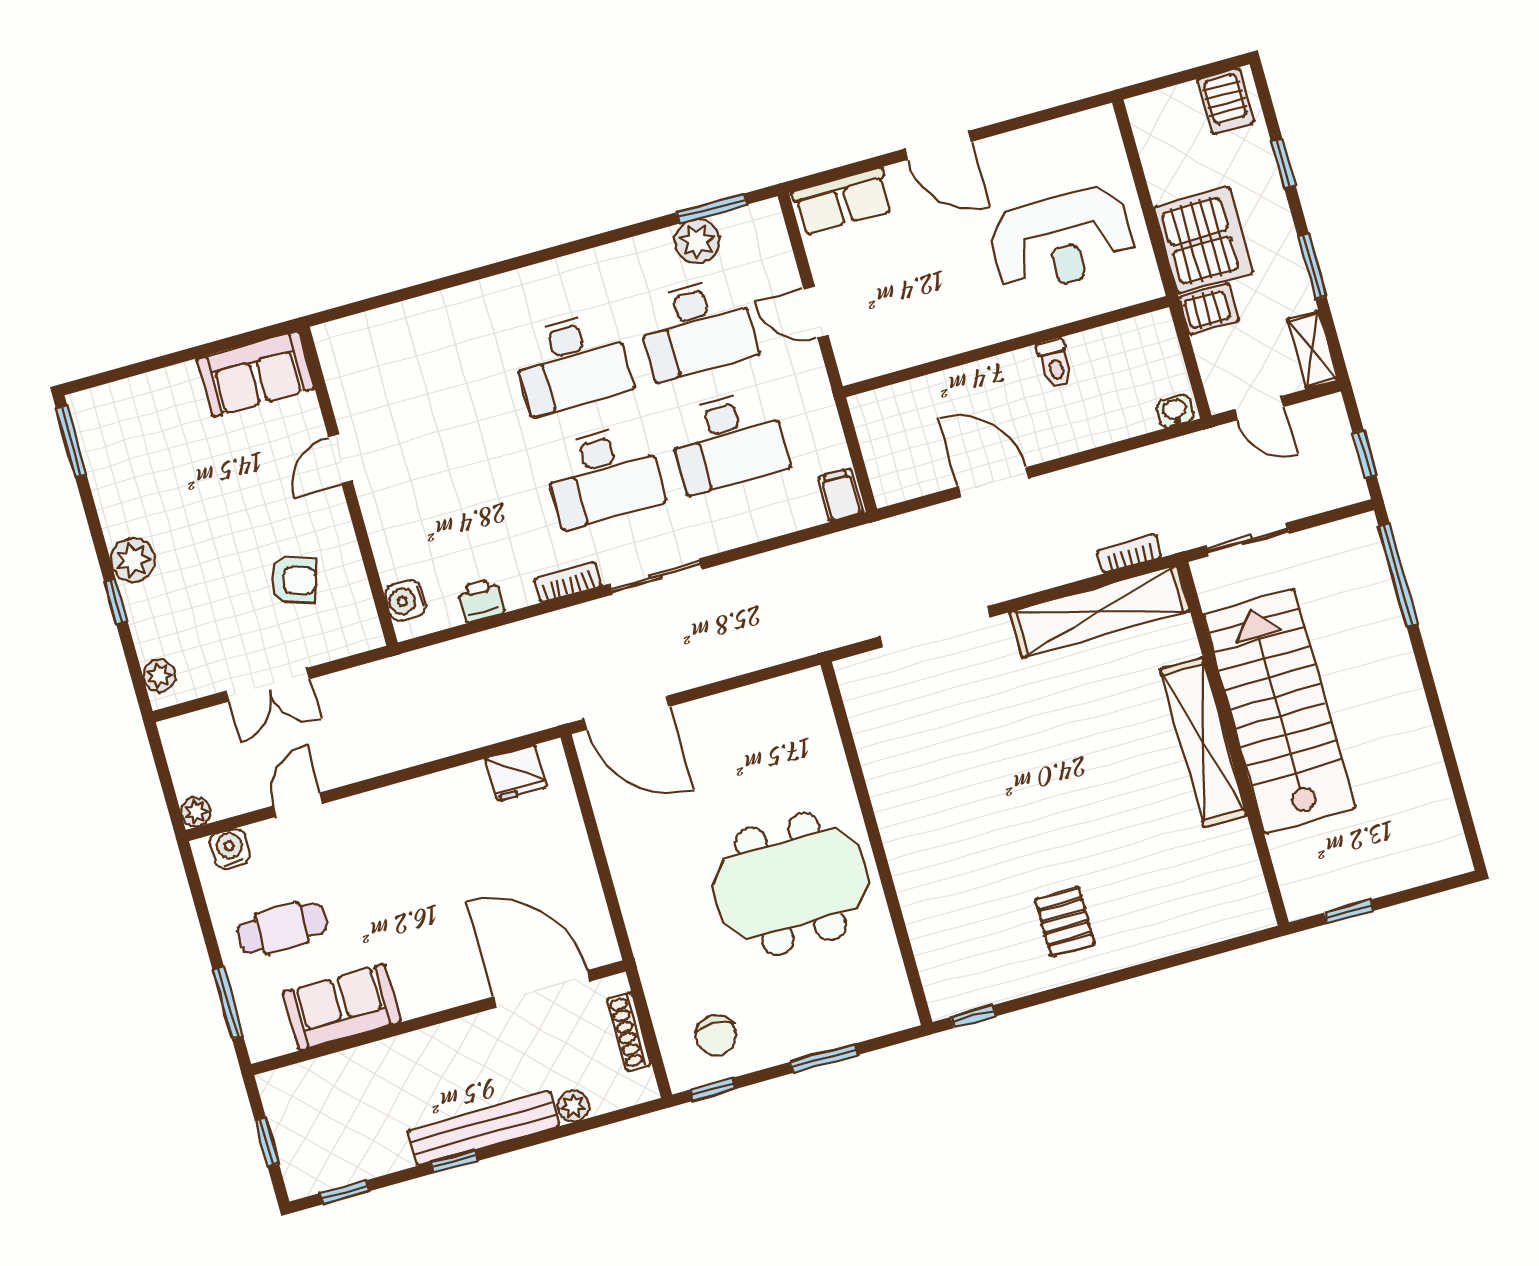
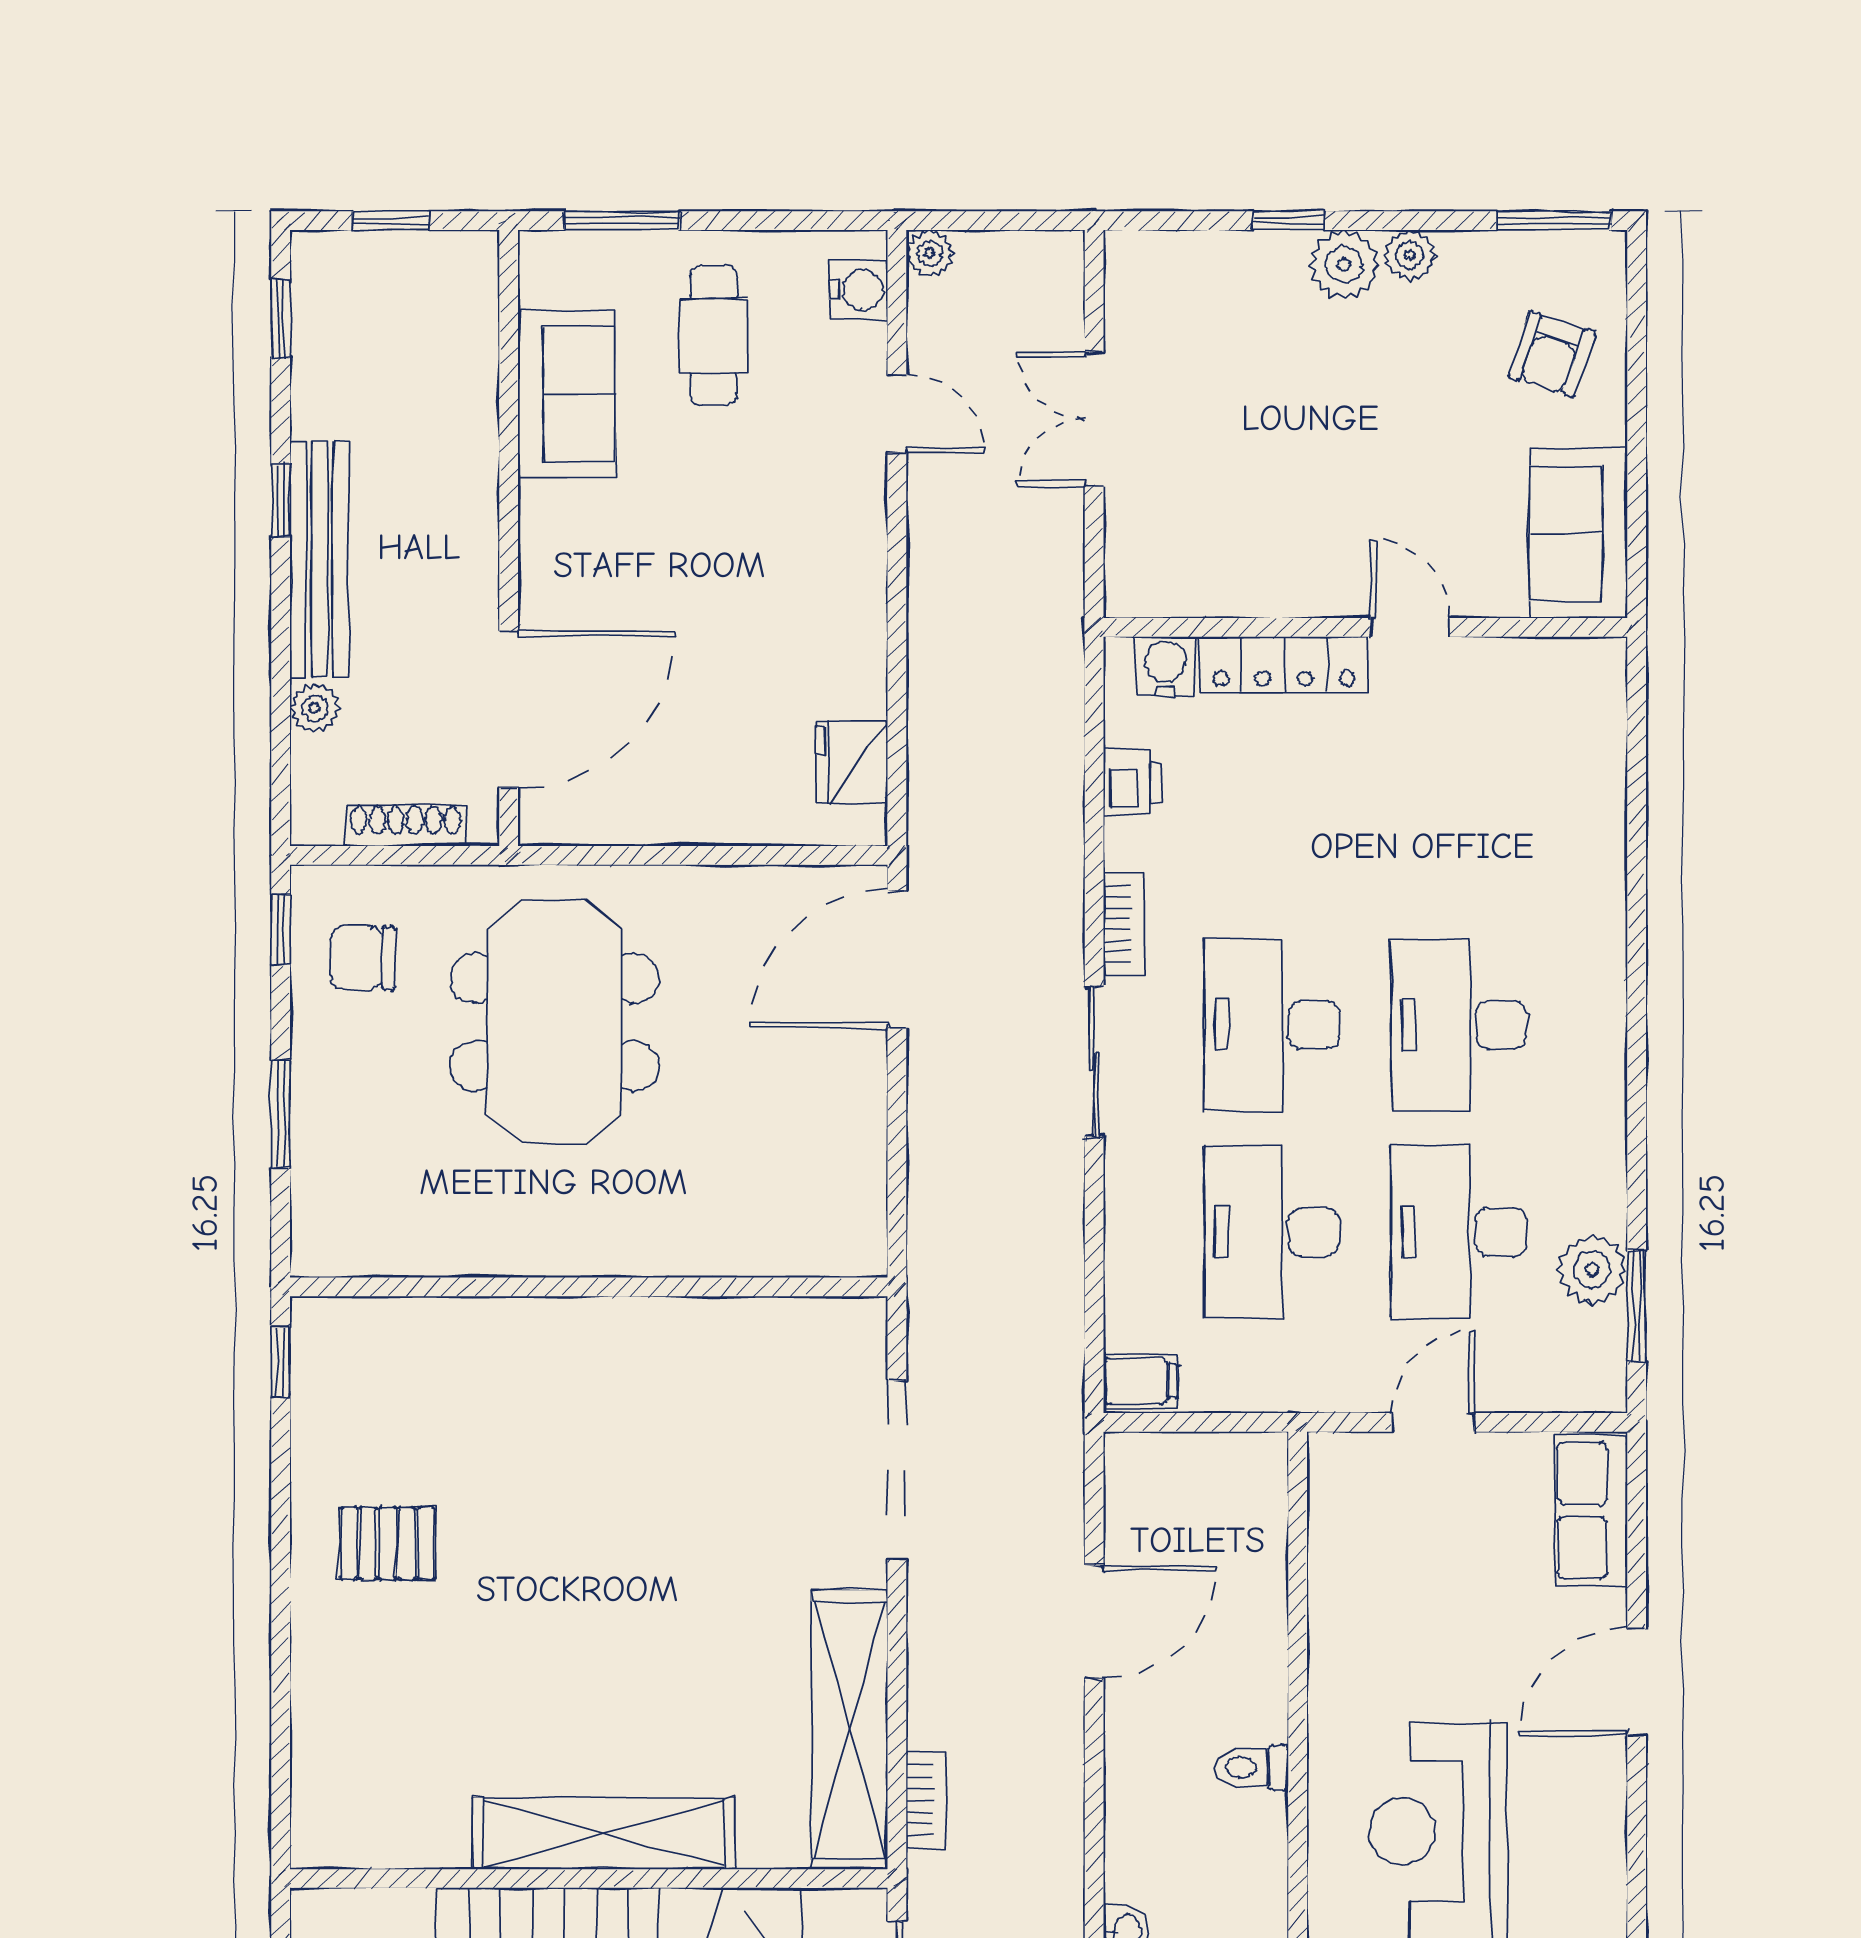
locker: (384, 529) -> (1284, 664), added
armchair: (293, 580) -> (1552, 354), moved
plant: (159, 676) -> (1410, 256), moved
meeting table: (791, 884) -> (554, 1022), moved

